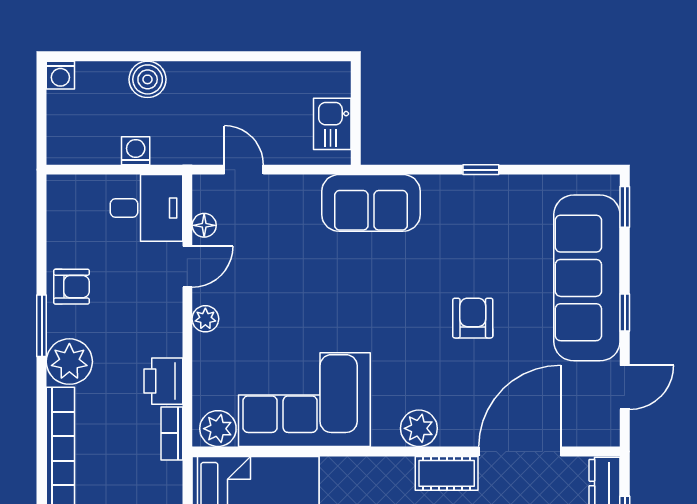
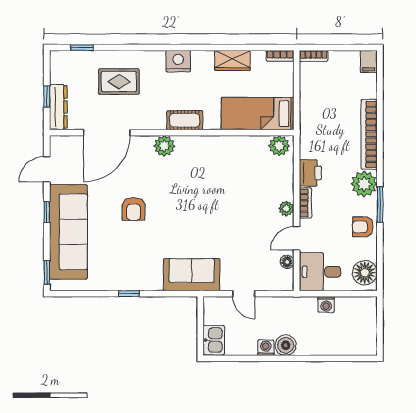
washing machine: (60, 75) -> (266, 348), moved
boiler: (148, 79) -> (286, 345), moved
kitchen sink: (332, 124) -> (214, 340), moved
door: (244, 170) -> (244, 294), moved
floor lamp: (68, 206) -> (365, 273), added
corner sofa: (304, 400) -> (230, 162), removed
bookcase: (172, 433) -> (305, 203), moved
cot: (447, 473) -> (185, 120), moved

